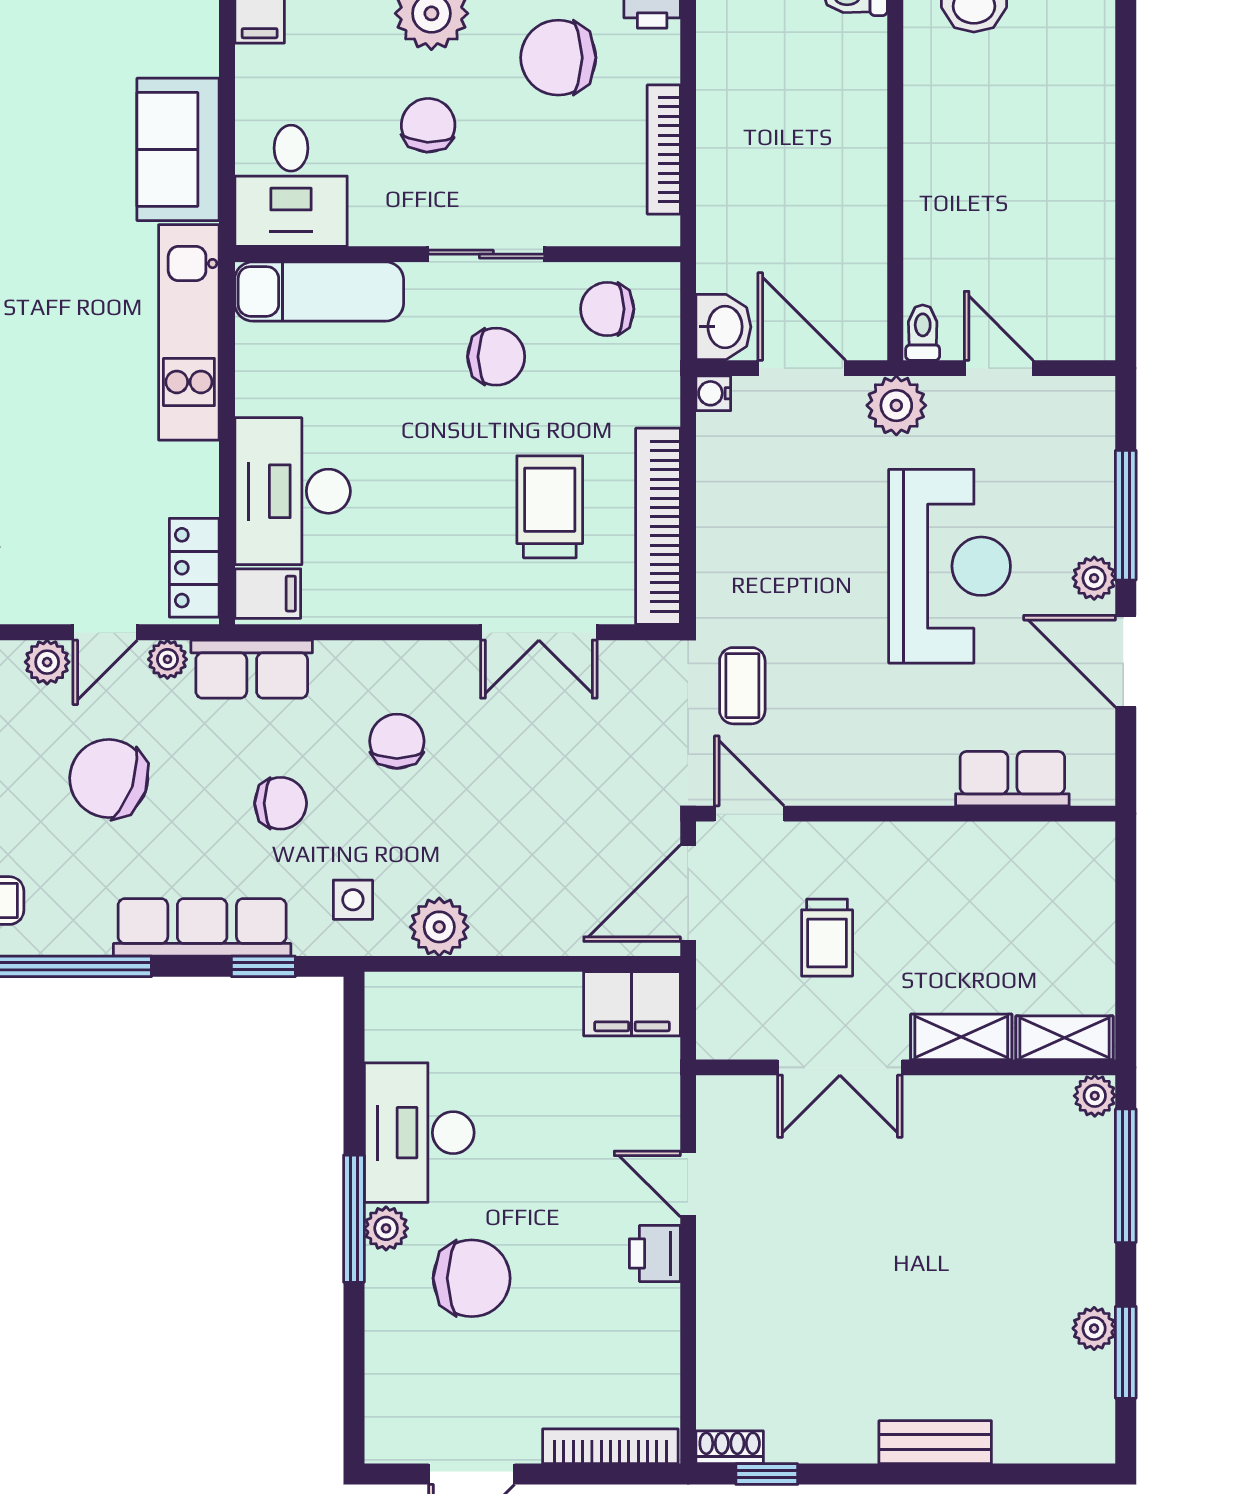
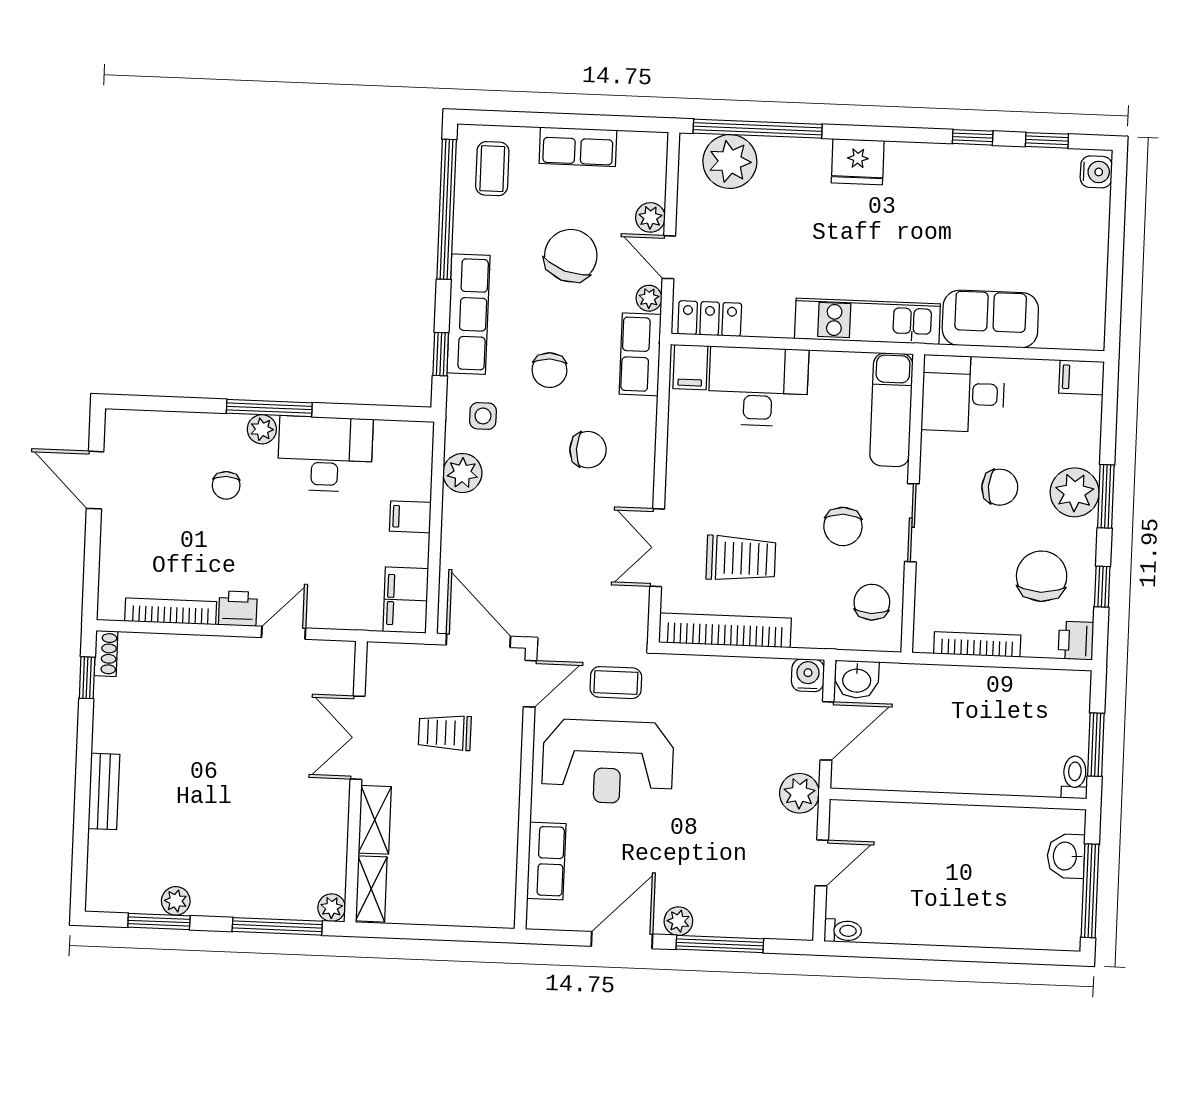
toilet: (923, 333) -> (843, 931), moved
water cooler: (713, 393) -> (808, 675), width x1.38, depth x1.38
reception desk: (950, 566) -> (608, 762), moved
filing cabinet: (508, 1002) -> (410, 517), added
chair: (472, 1278) -> (226, 485), width x0.54, depth x0.54
bookcase: (610, 1446) -> (171, 611), moved, turned -90

